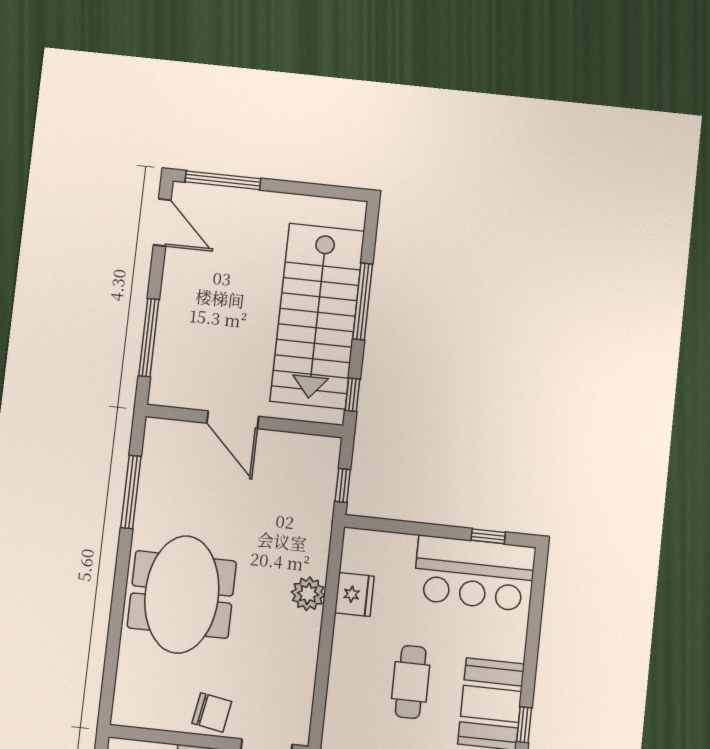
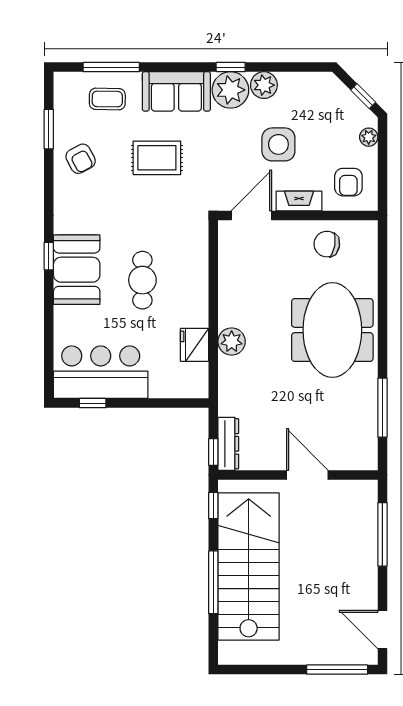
dresser: (326, 468) -> (228, 444), added
window: (343, 486) -> (213, 452), moved
chair: (212, 712) -> (327, 244), moved

